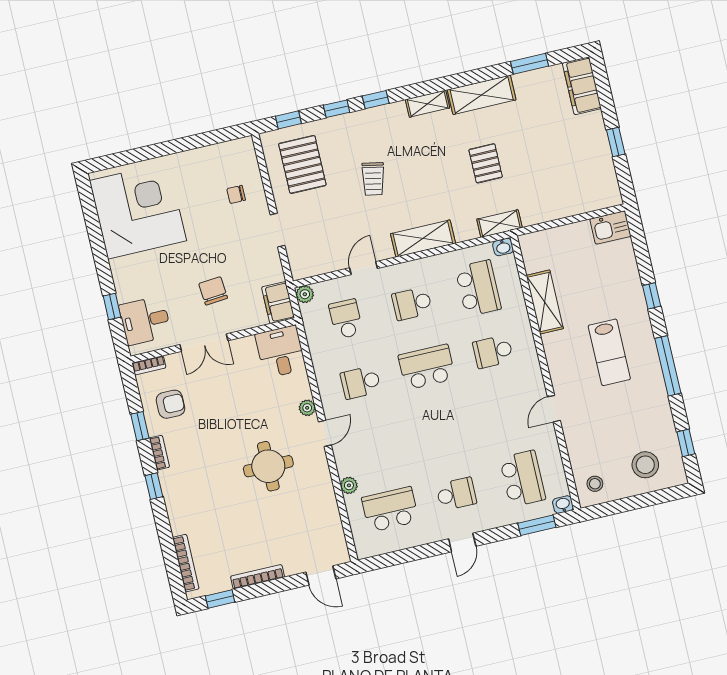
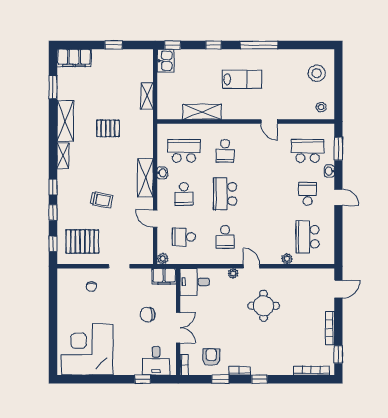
shelving: (500, 223) -> (147, 96), moved
washbasin: (503, 247) -> (162, 173), moved
window: (686, 443) -> (173, 45), moved
washbasin: (563, 505) -> (329, 171), moved

